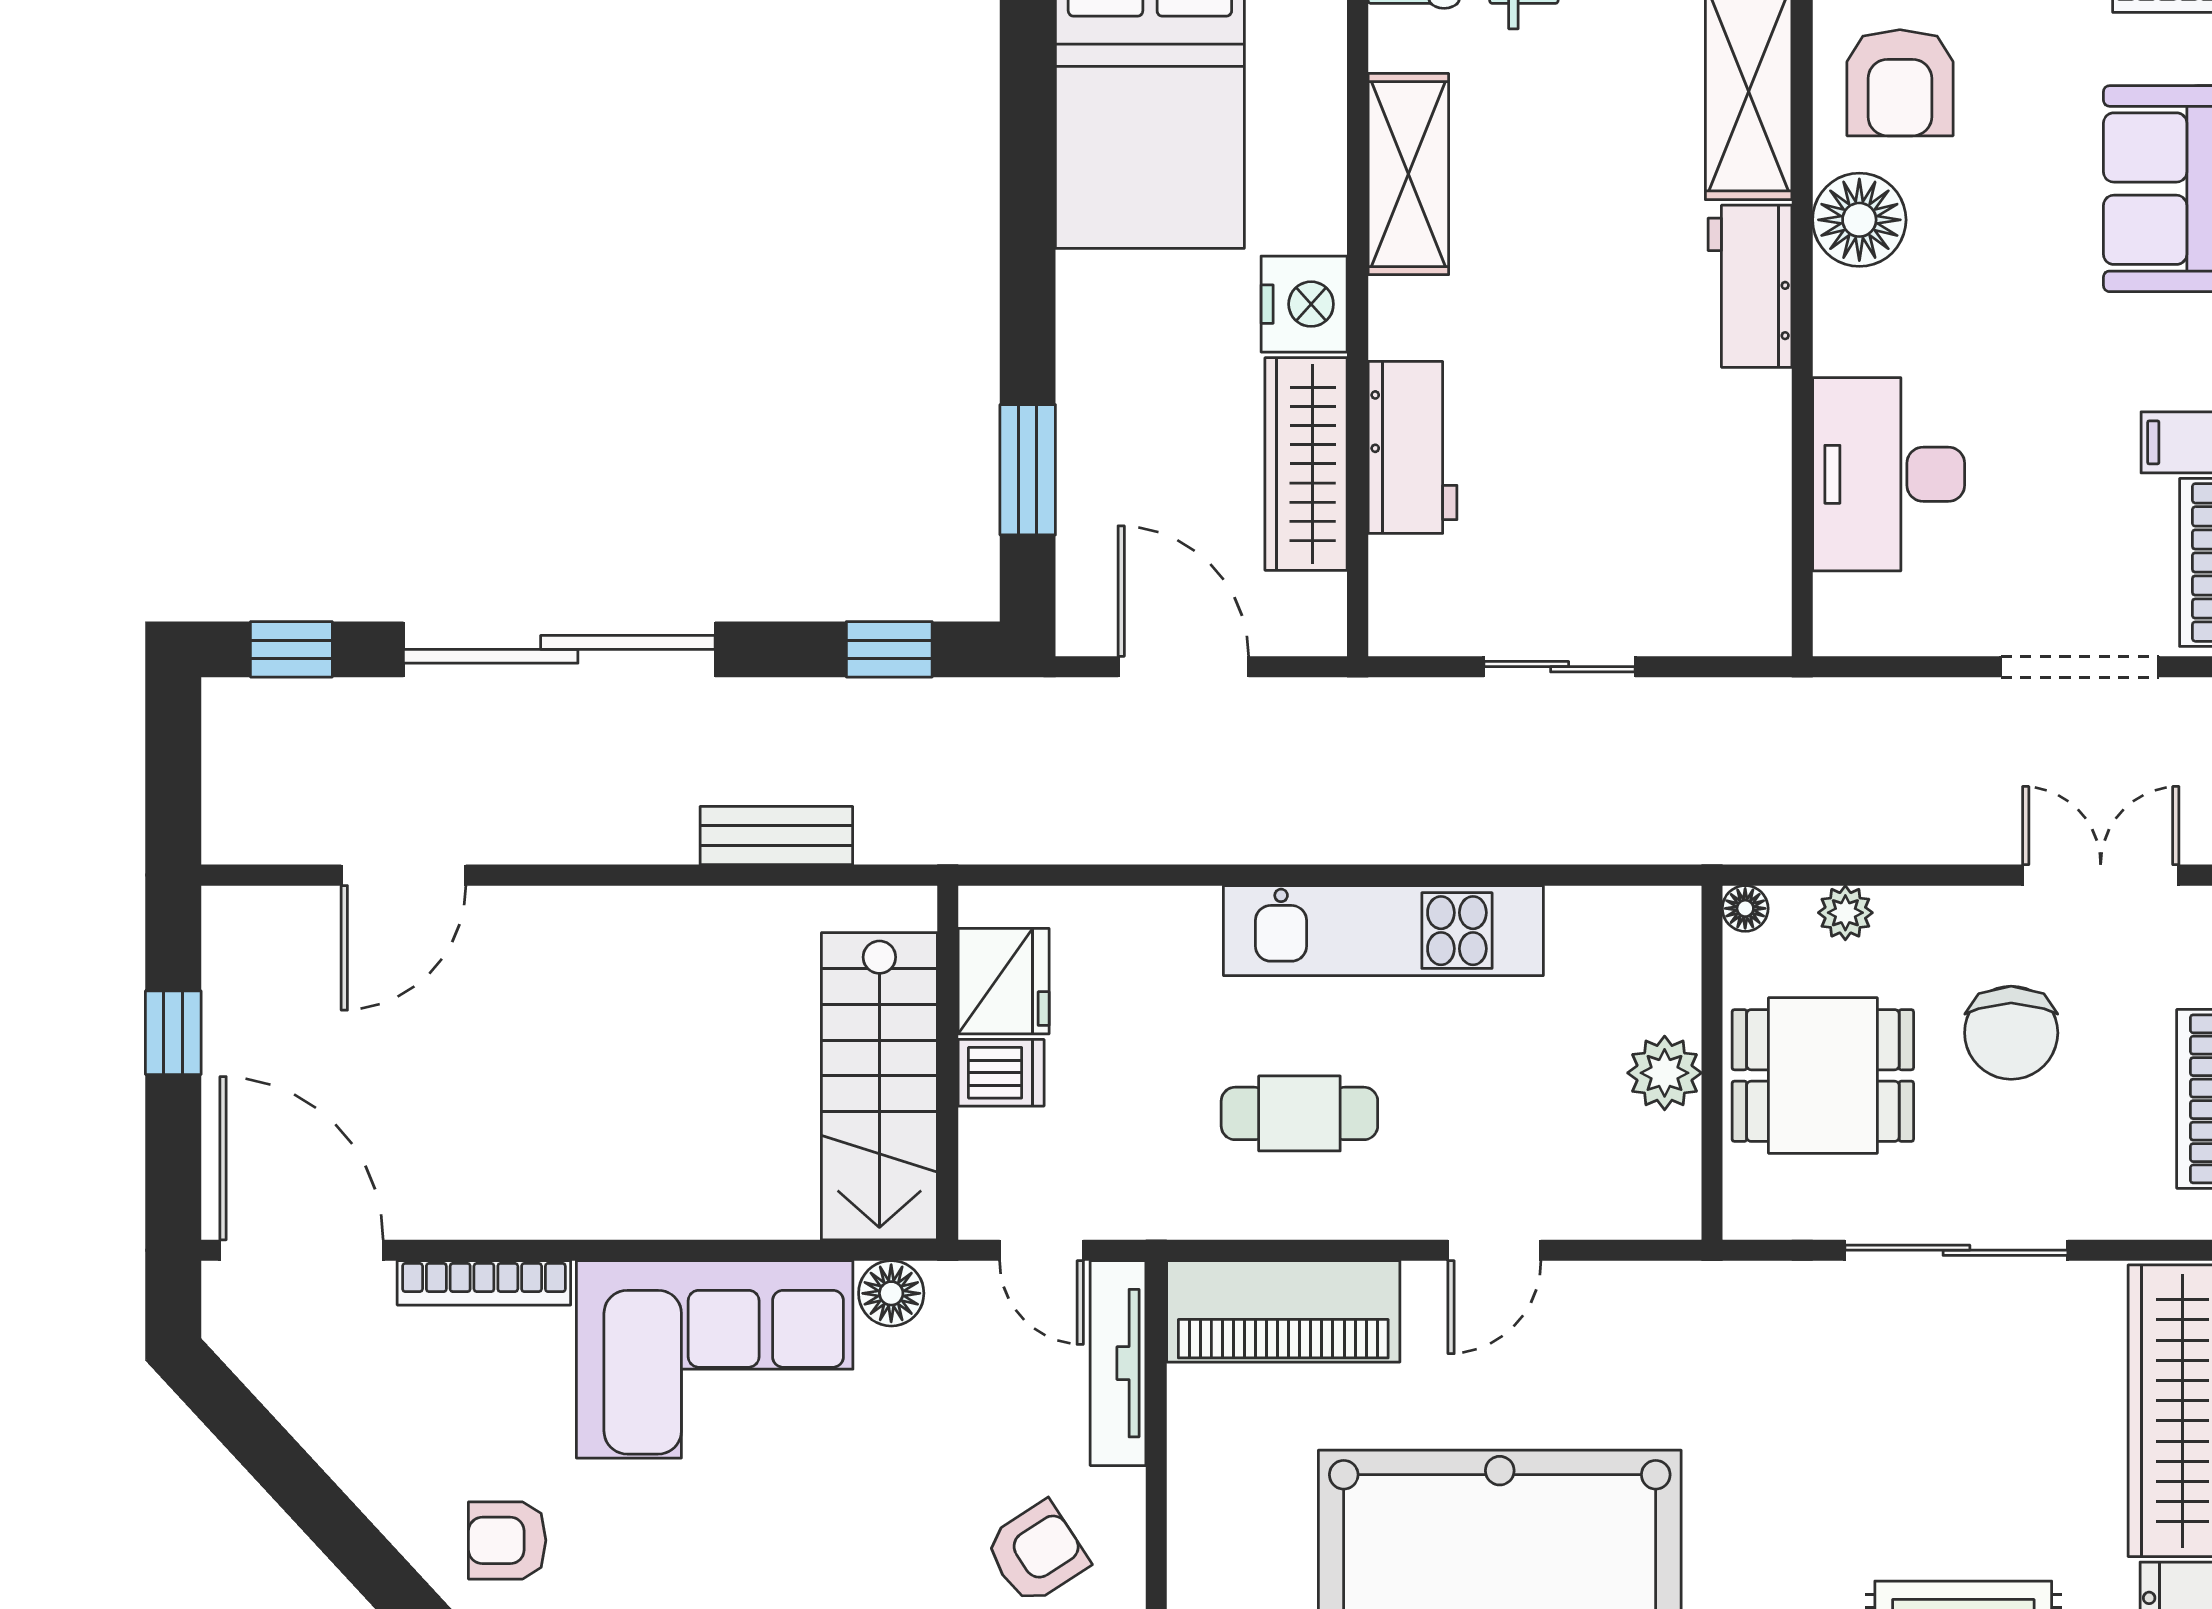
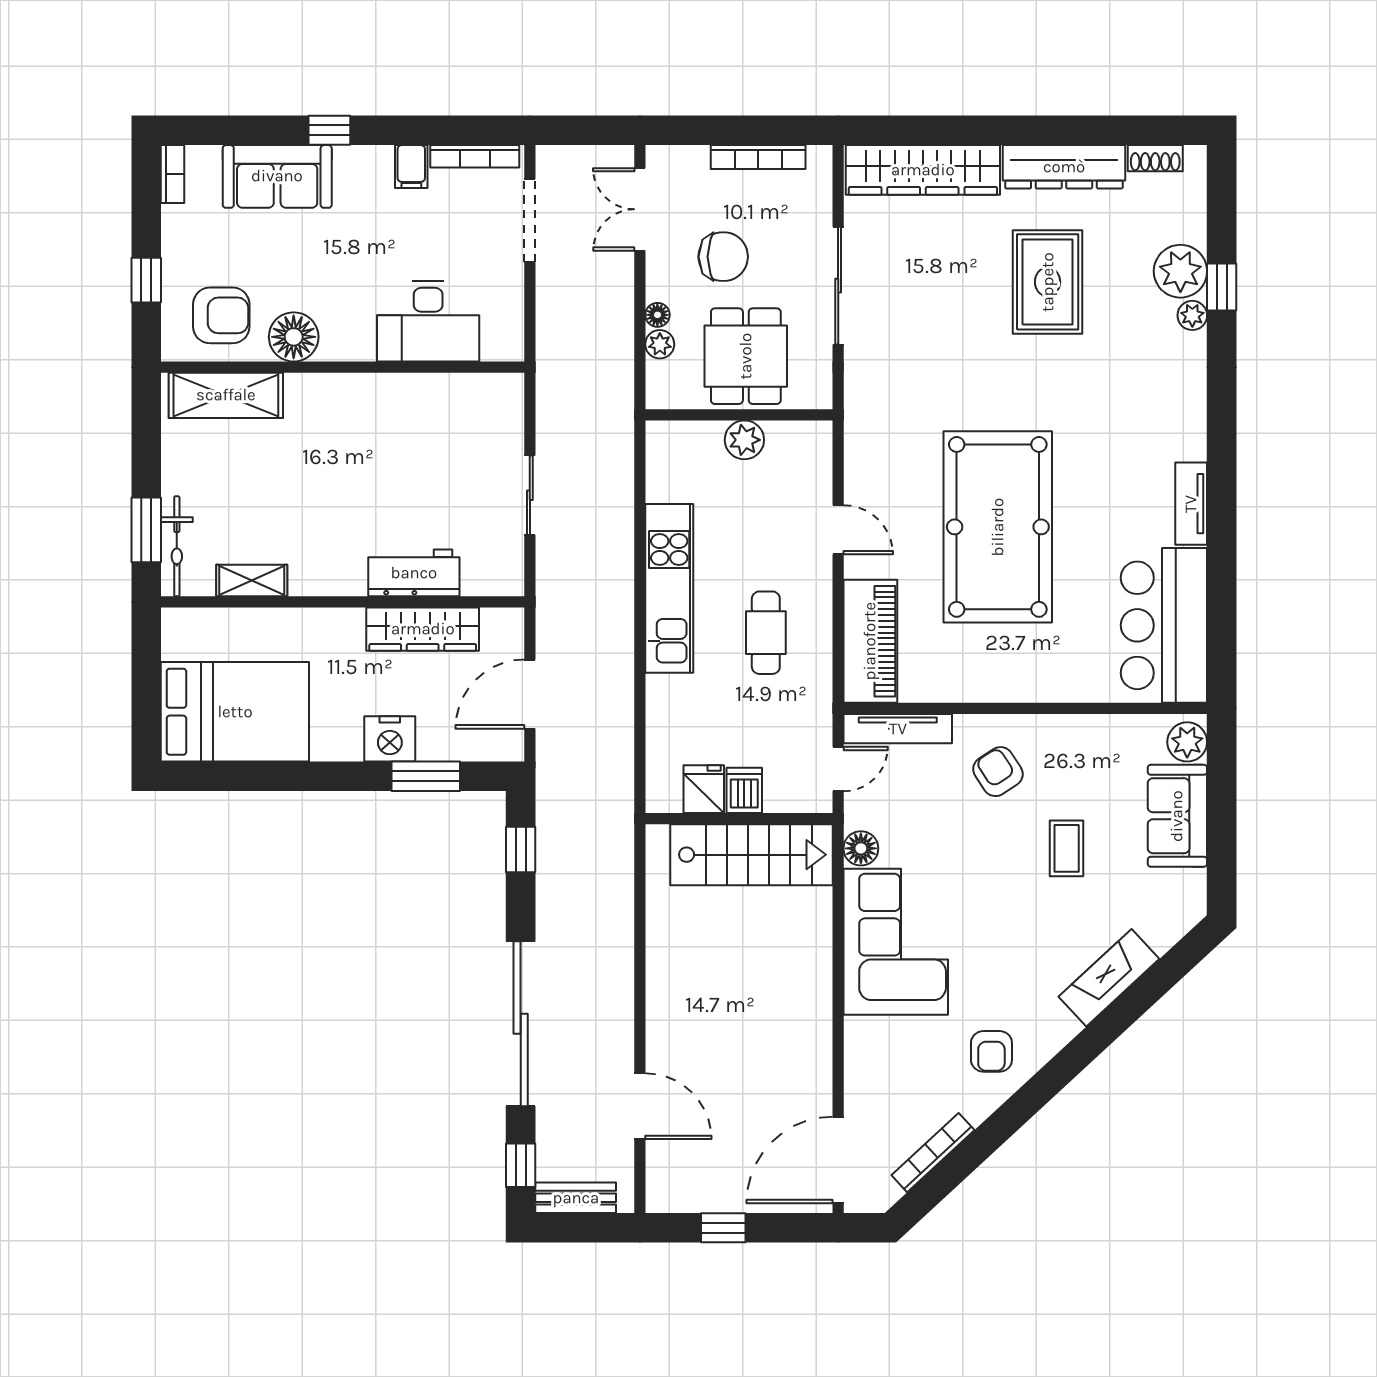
shelving: (1408, 174) -> (252, 581), width x0.67, depth x0.75
workbench: (1750, 286) -> (329, 395), removed
nightstand: (1304, 304) -> (390, 739), moved, turned 180
bench: (776, 836) -> (576, 1198), moved, turned 90
floor lamp: (1745, 908) -> (657, 315), moved
fridge: (1004, 981) -> (704, 789), width x0.72
bookcase: (484, 1283) -> (933, 1153), moved, turned -133

